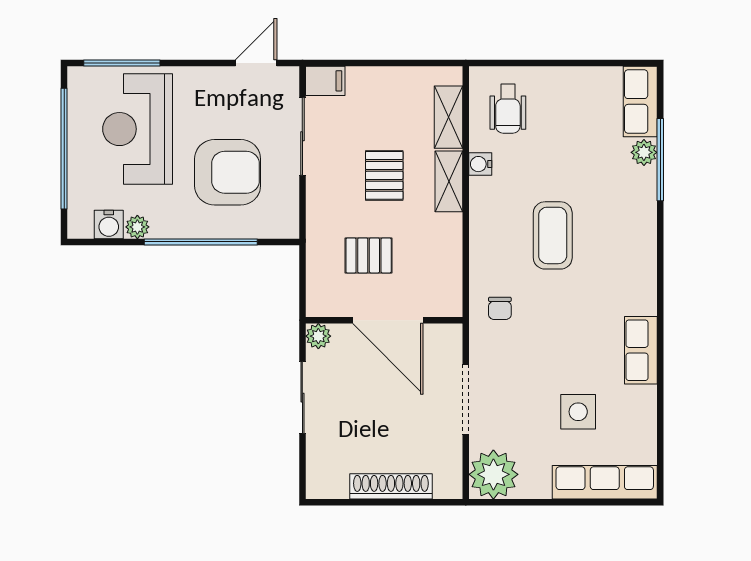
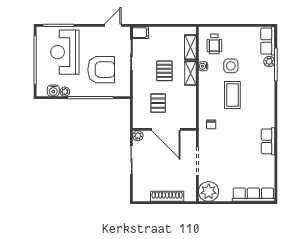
pallet: (369, 255) -> (158, 103), turned 90
side table: (578, 412) -> (231, 66), moved

